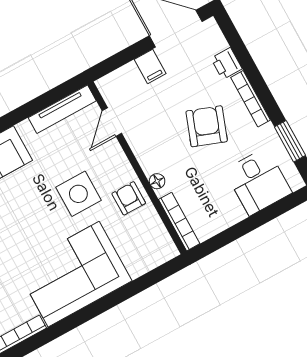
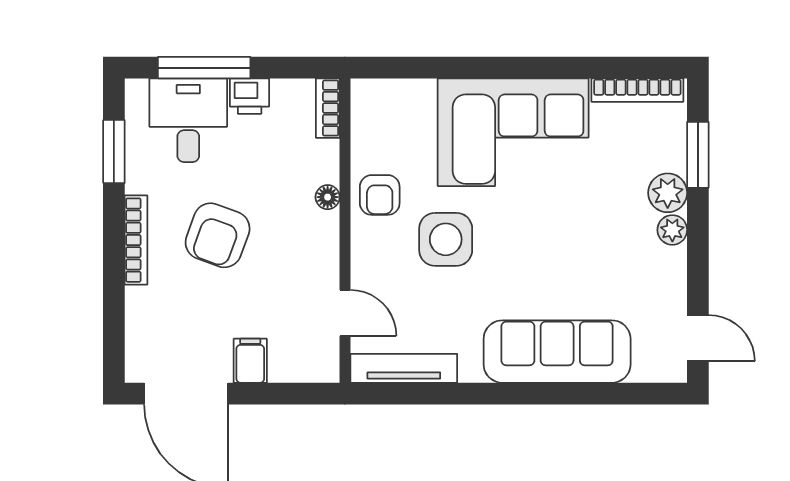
printer: (226, 63) -> (250, 96), moved, turned 90
door: (112, 122) -> (345, 313), hinge flipped
window: (265, 216) -> (204, 68), added
bookcase: (179, 222) -> (328, 108), width x0.64

